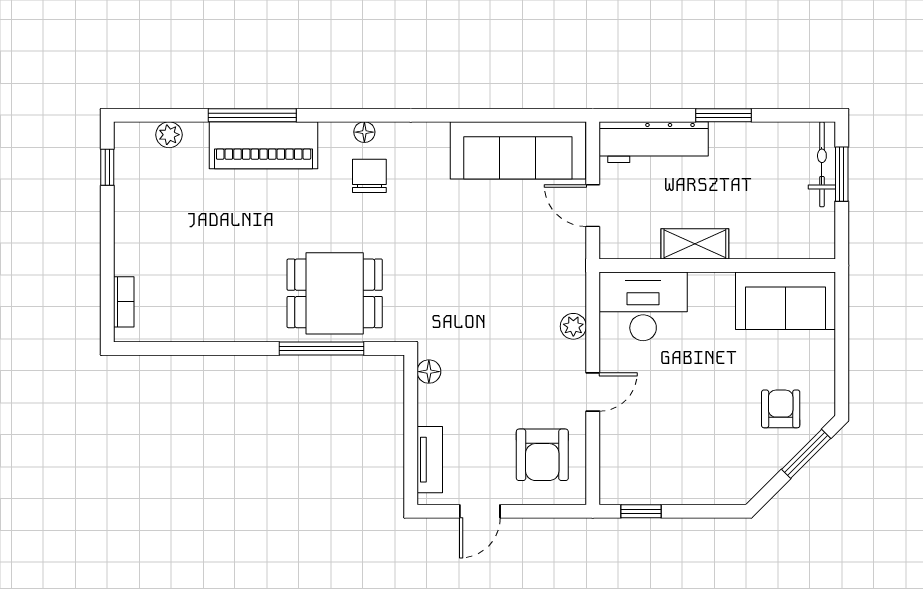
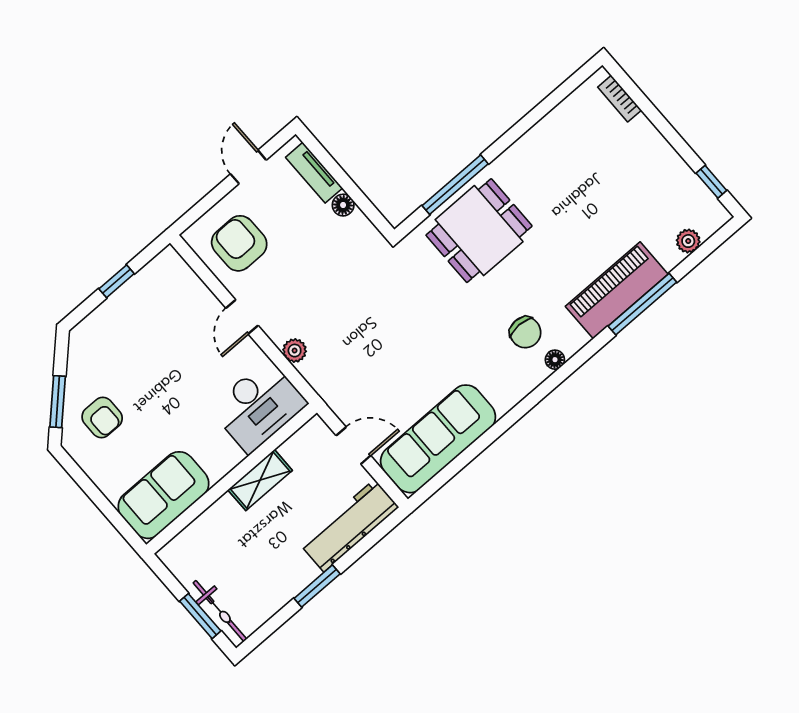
floor lamp: (429, 372) -> (343, 205), moved
window: (641, 511) -> (117, 281), moved

